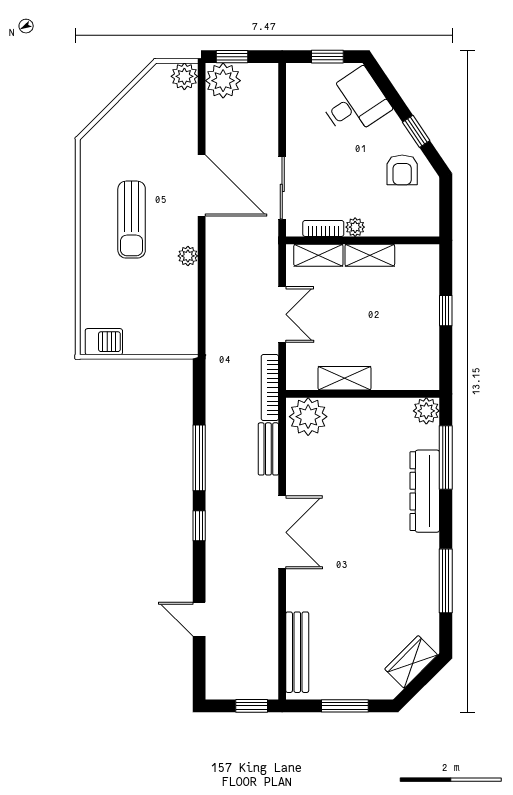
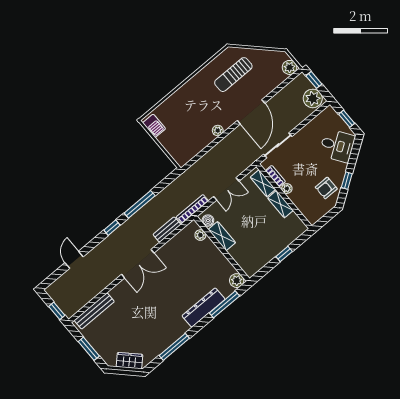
plant: (223, 81) -> (313, 98), moved
sun lounger: (132, 220) -> (233, 75), moved
boiler: (305, 379) -> (208, 221), added
plant: (308, 417) -> (200, 235), width x0.53, depth x0.53

